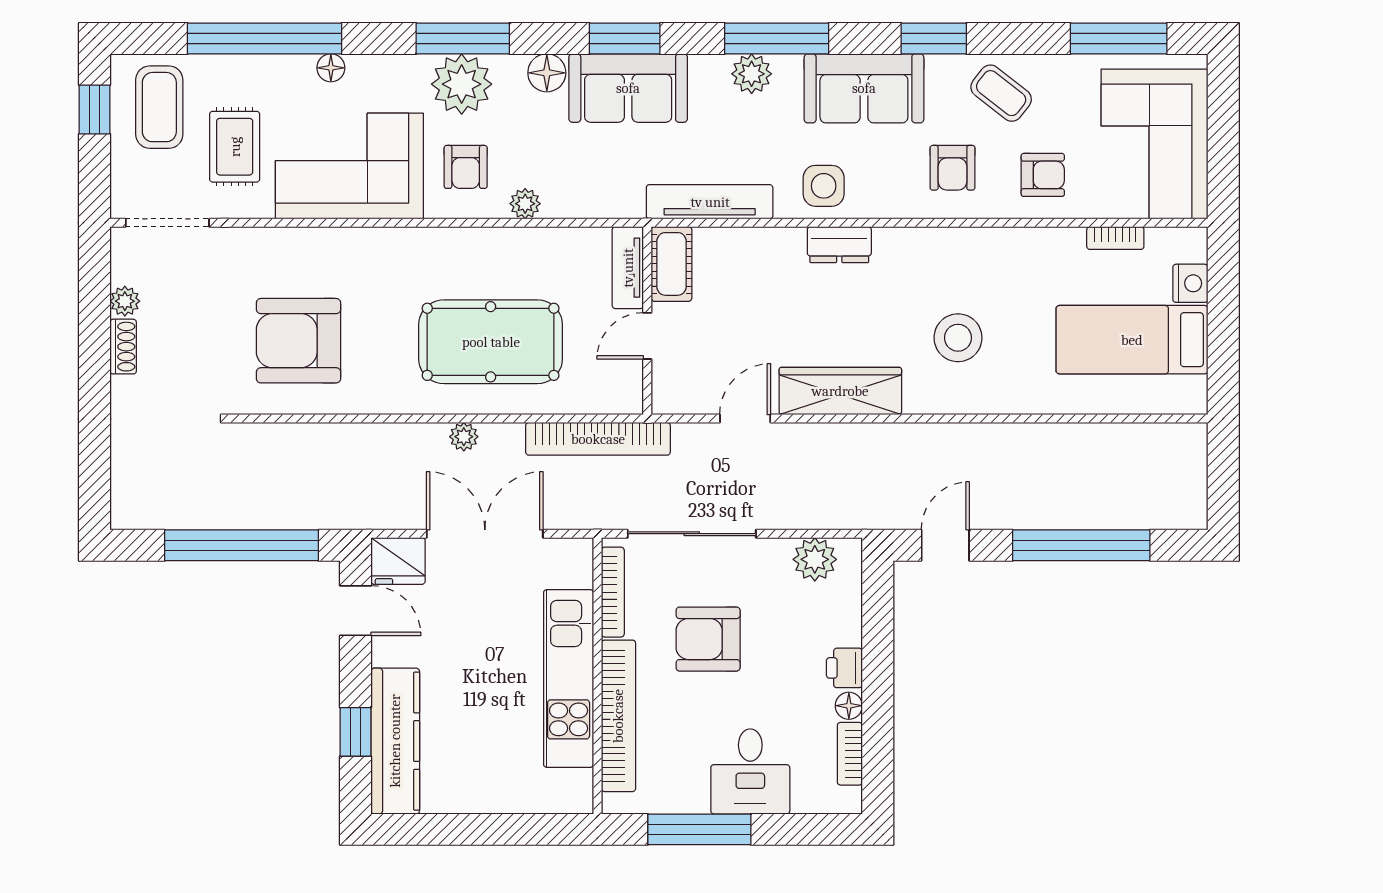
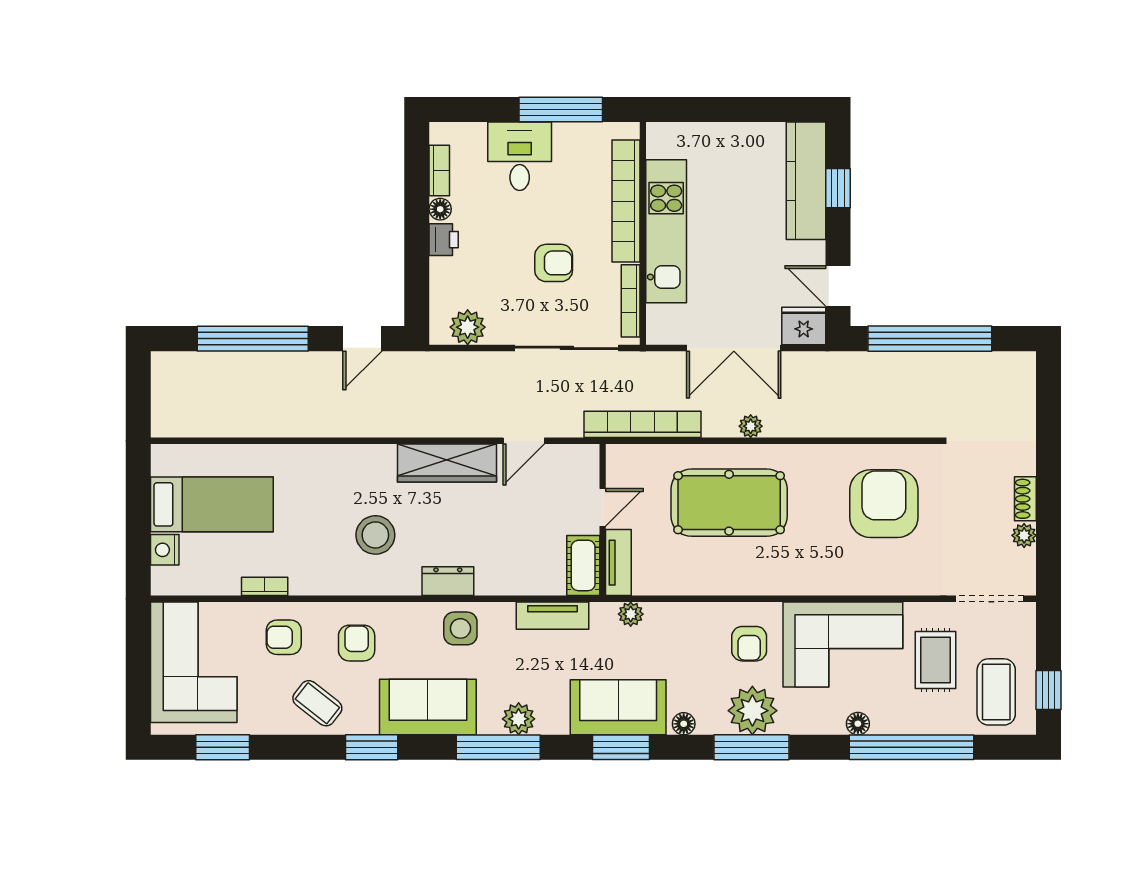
window: (1119, 38) -> (223, 747), width x0.69
floor lamp: (547, 73) -> (684, 724), width x0.73, depth x0.73
armchair: (466, 167) -> (749, 644), turned 180
tv unit: (710, 202) -> (552, 616), width x0.71
plant: (525, 204) -> (631, 614), moved
bookcase: (1115, 238) -> (265, 586), moved
stool: (958, 338) -> (375, 535), moved
armchair: (299, 341) -> (884, 504), turned -90
armchair: (708, 639) -> (554, 263), width x0.72, depth x0.72

